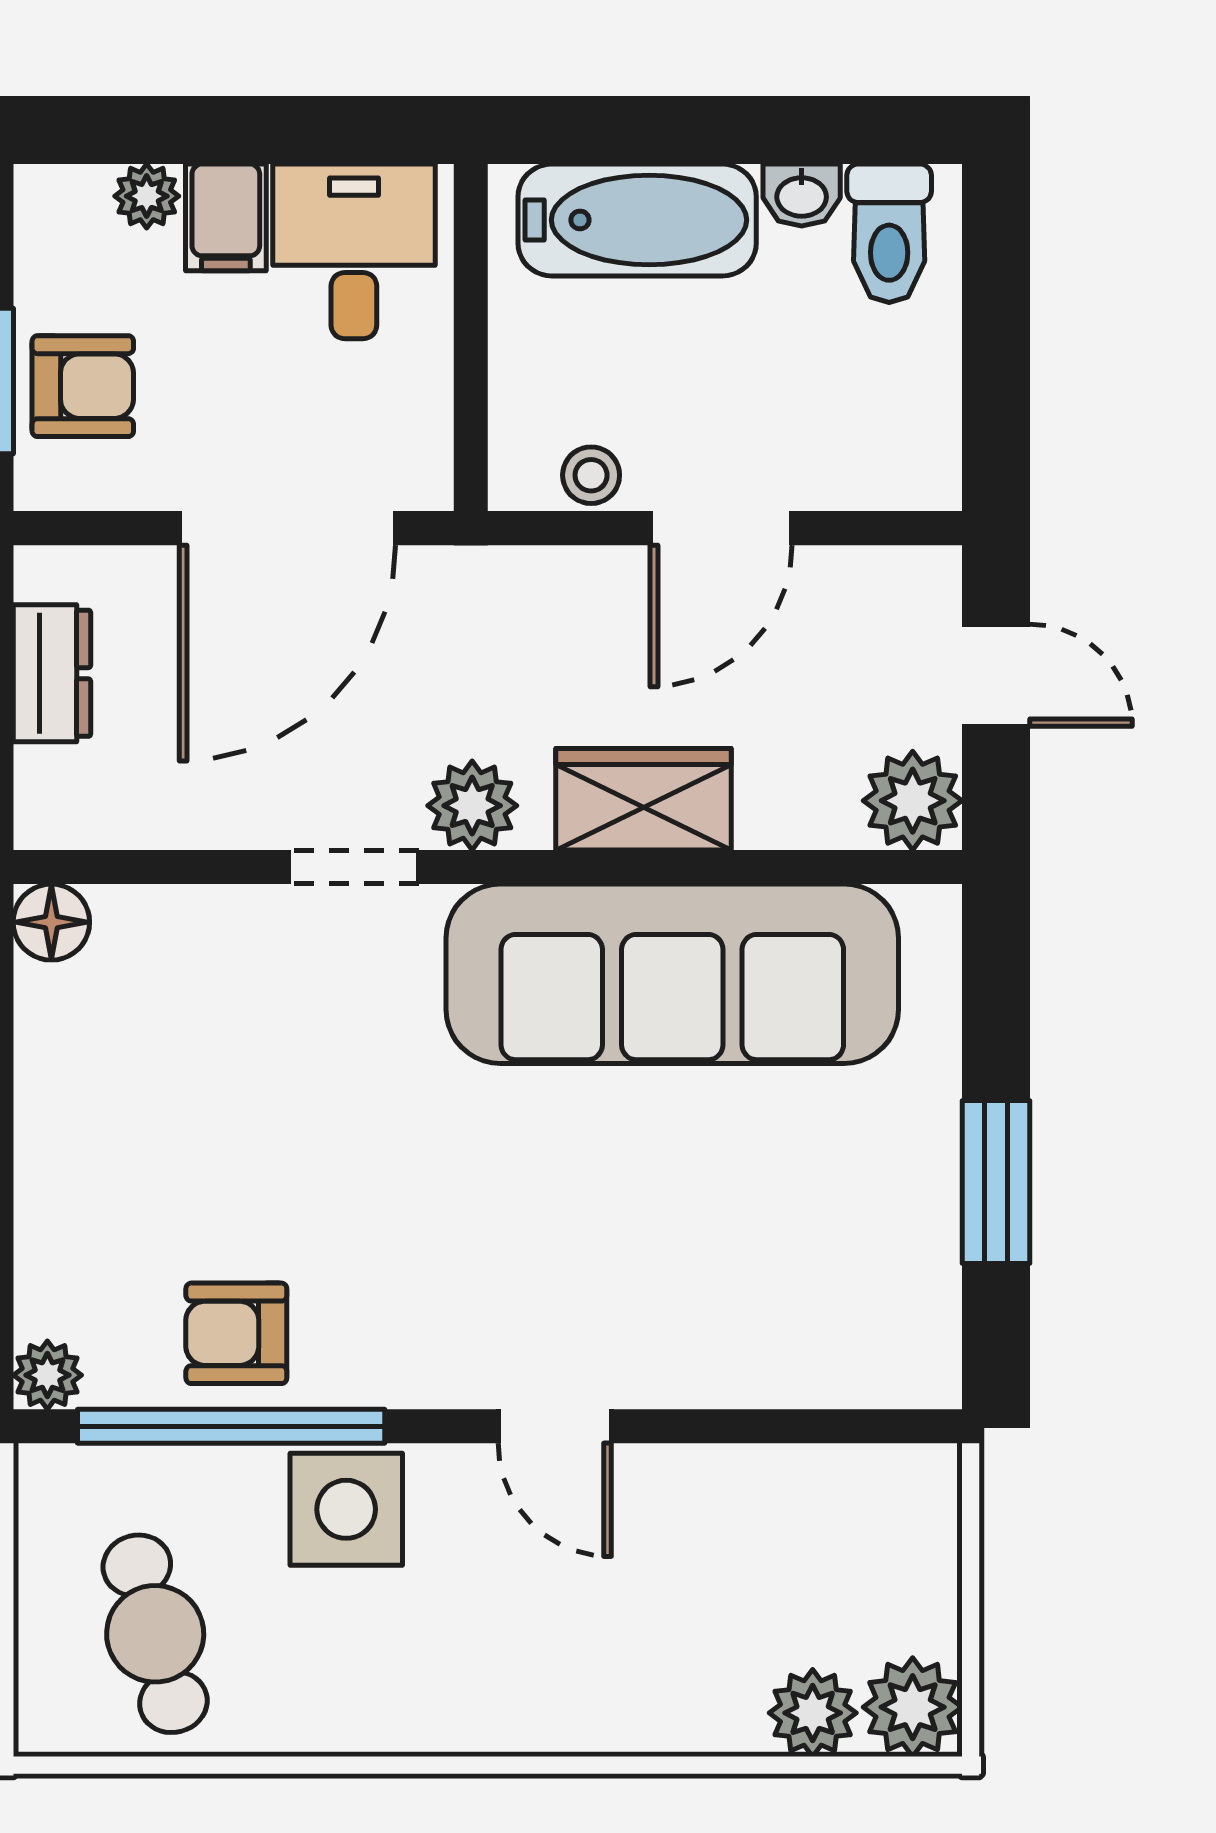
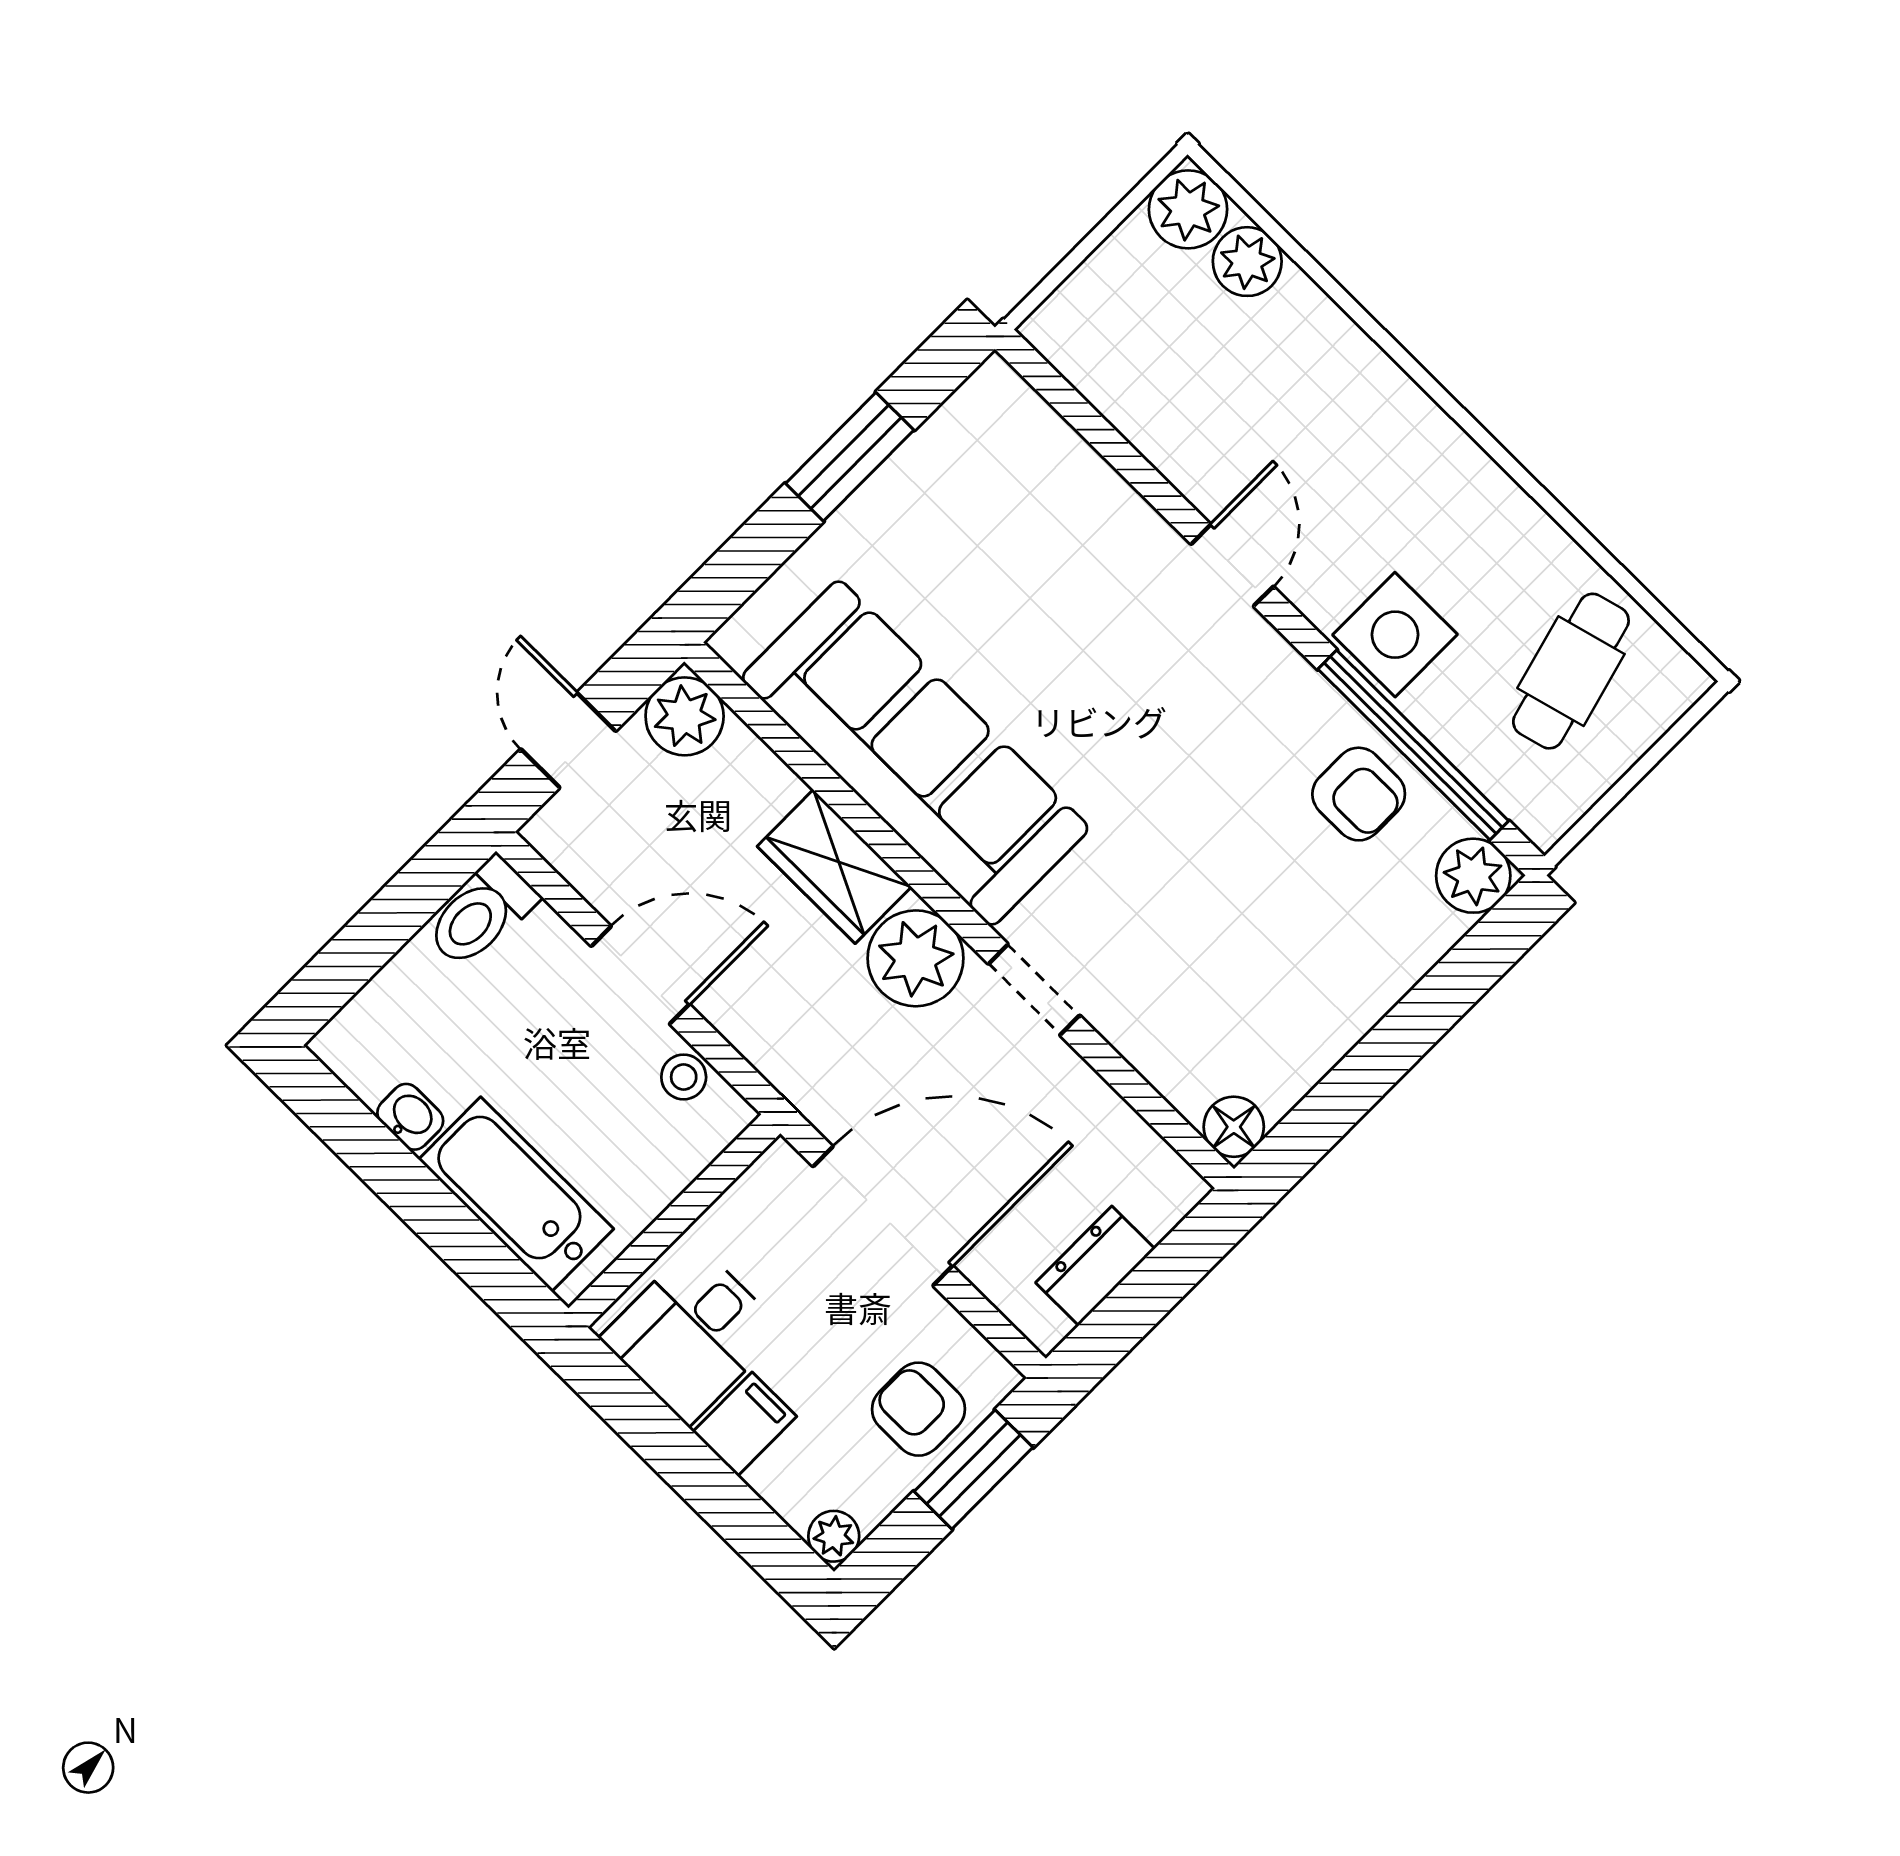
plant: (147, 196) -> (834, 1536), moved
toilet: (889, 233) -> (481, 913), moved, turned 180
plant: (472, 806) -> (916, 958), width x1.36, depth x1.36
plant: (47, 1375) -> (1473, 876), width x1.38, depth x1.38

